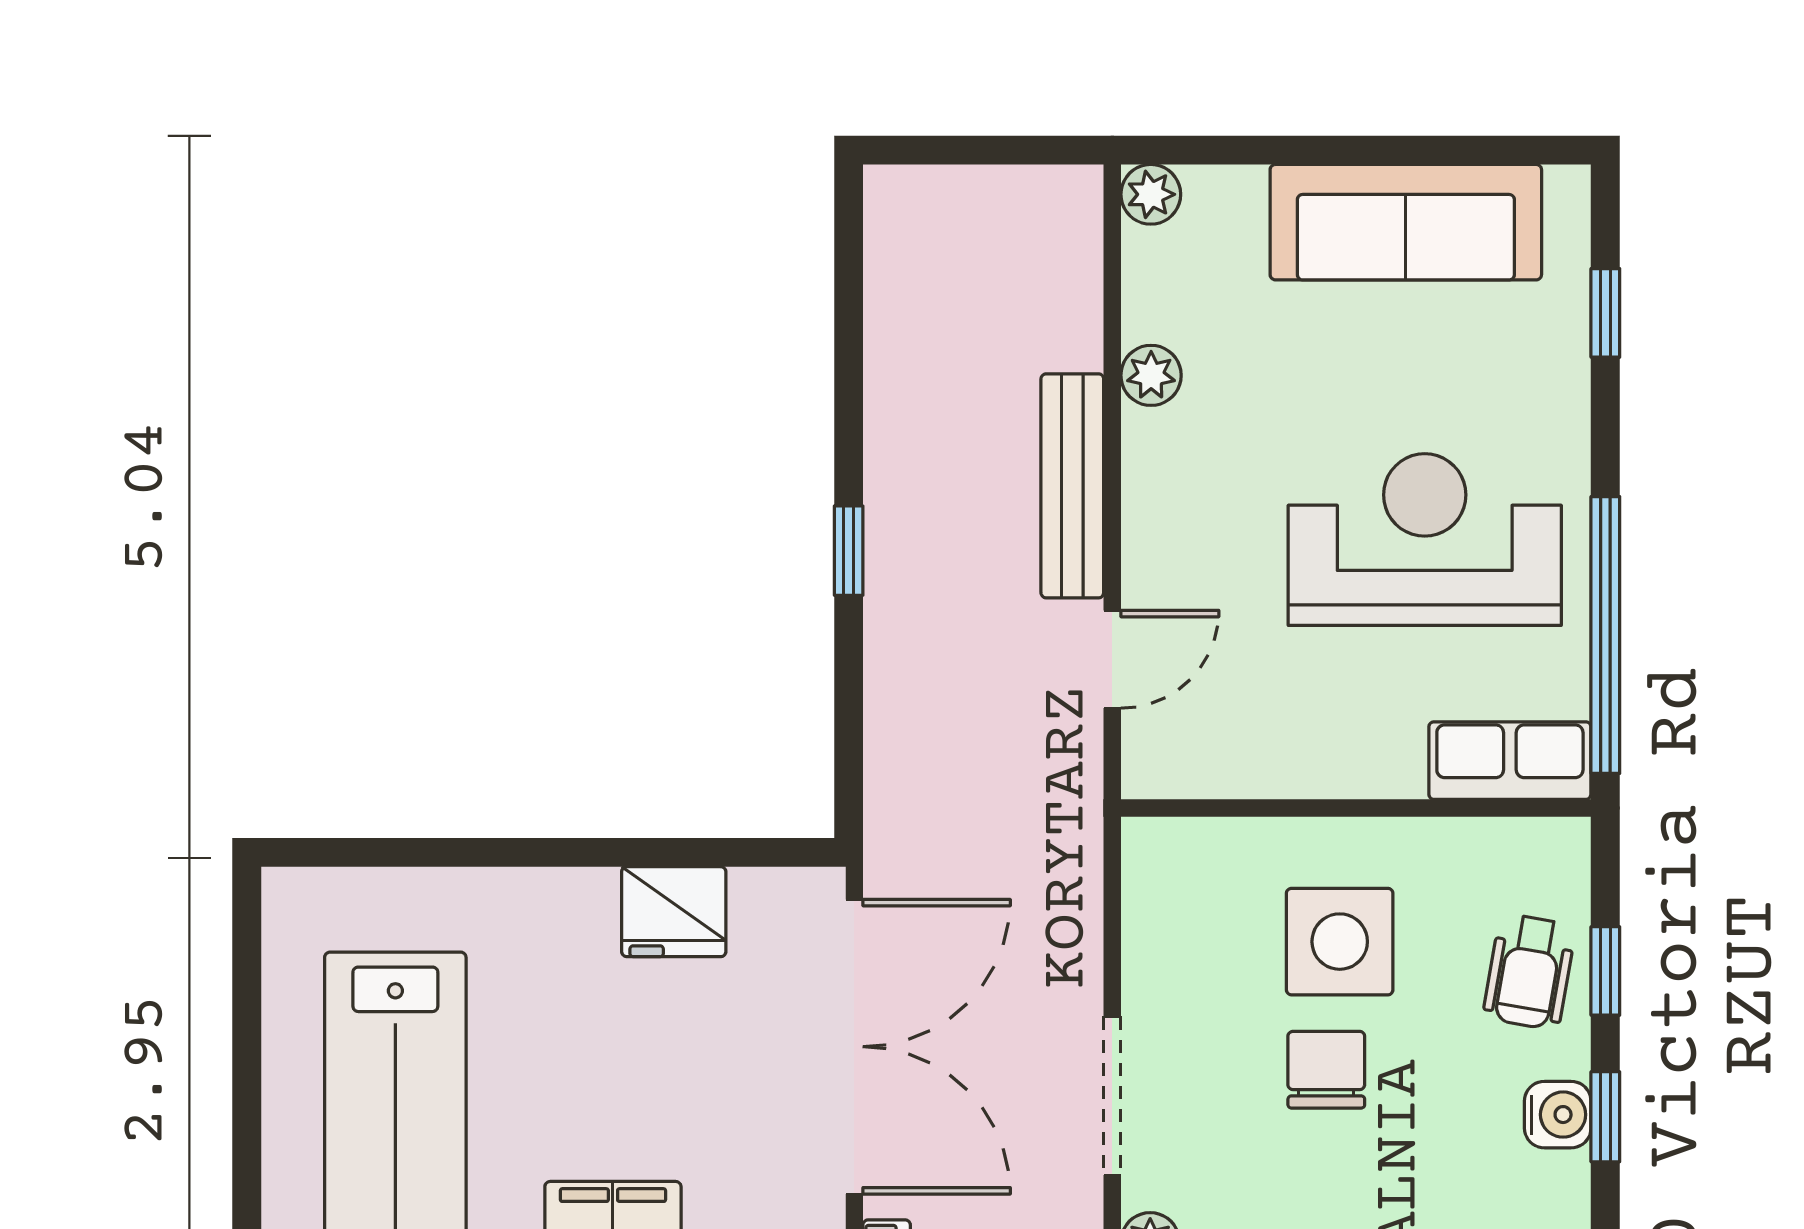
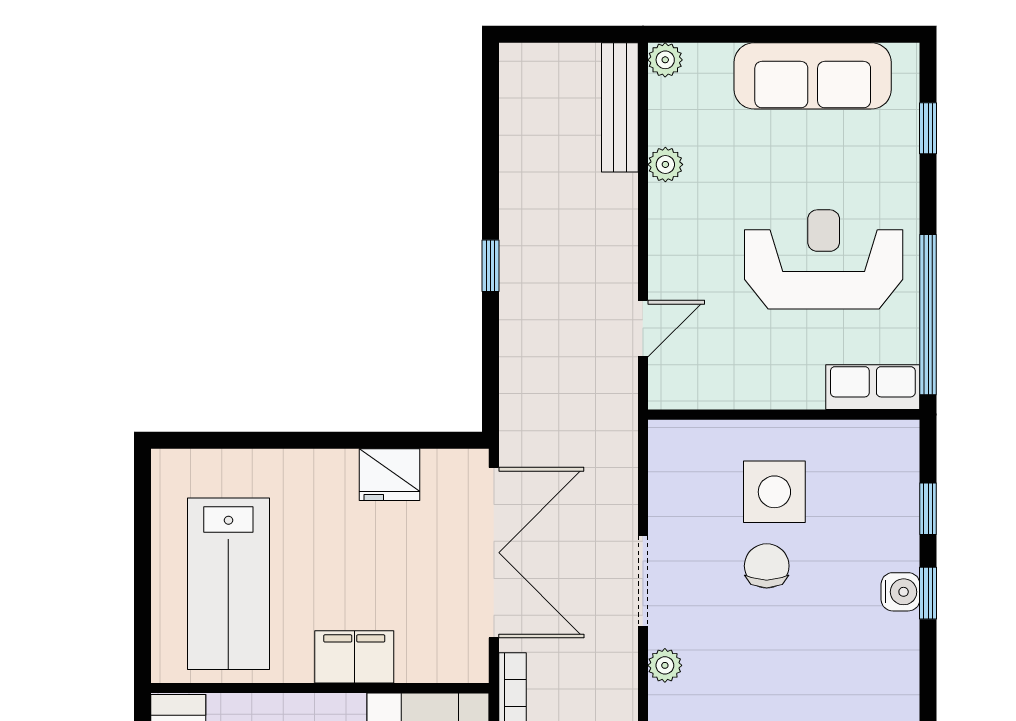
bench: (1072, 486) -> (620, 107), moved
wheelchair: (1529, 972) -> (884, 509), removed

